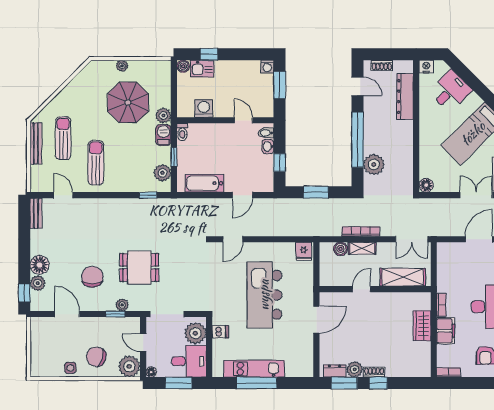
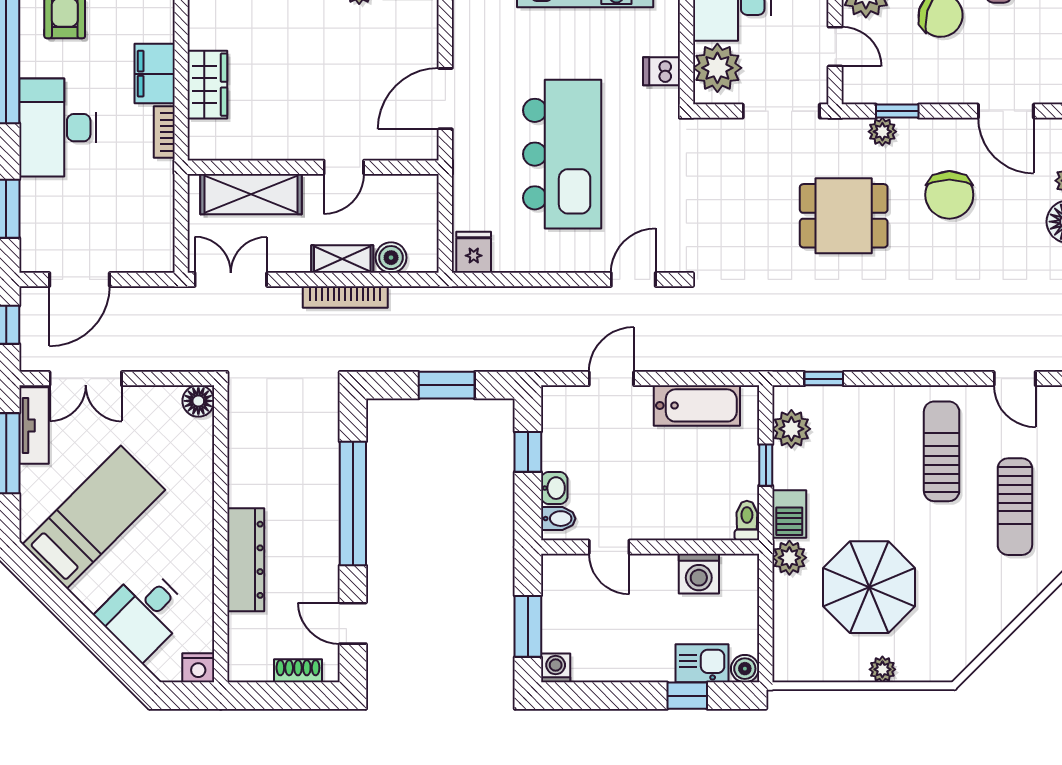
dresser: (405, 96) -> (246, 560), moved
sun lounger: (96, 163) -> (942, 451), turned 180
plant: (374, 164) -> (316, 448), removed

